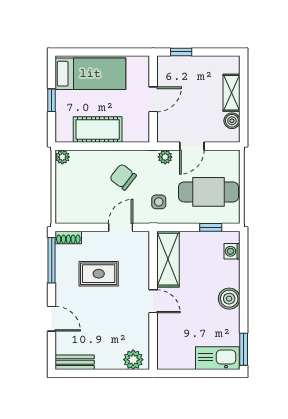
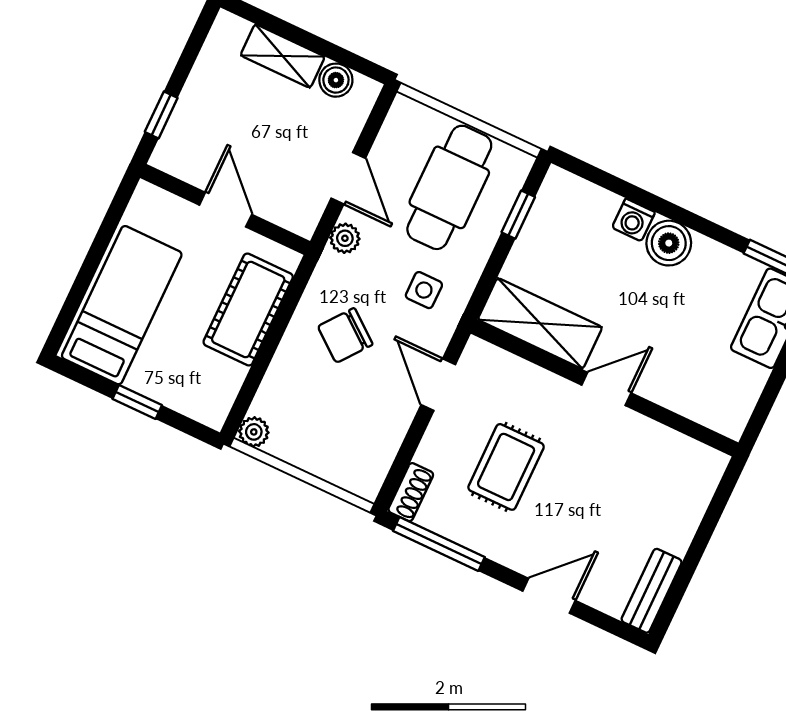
cot: (98, 130) -> (248, 310), moved
washing machine: (232, 251) -> (633, 220), moved
plant: (133, 360) -> (699, 478), removed

